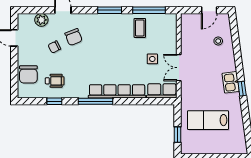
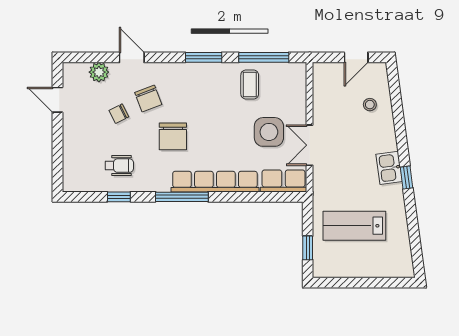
side table: (152, 59) -> (269, 132), width x1.87, depth x1.87
chair: (28, 74) -> (173, 136), moved

